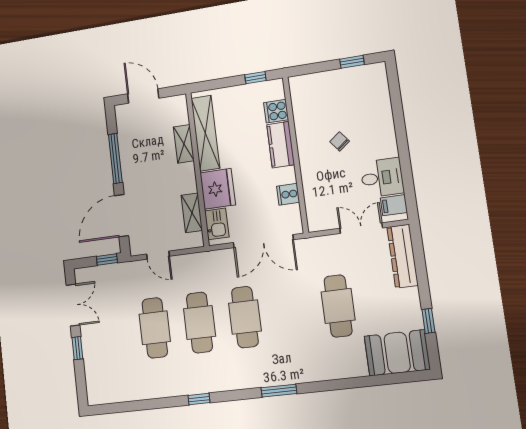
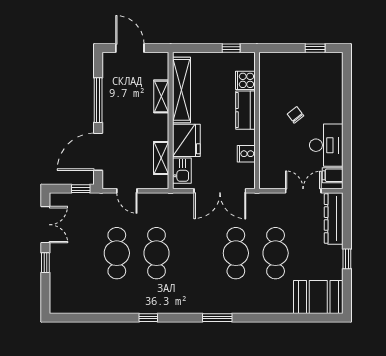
desk: (382, 178) -> (326, 145), width x1.37
cafe table: (245, 317) -> (236, 253), moved
window: (428, 321) -> (347, 259), moved

